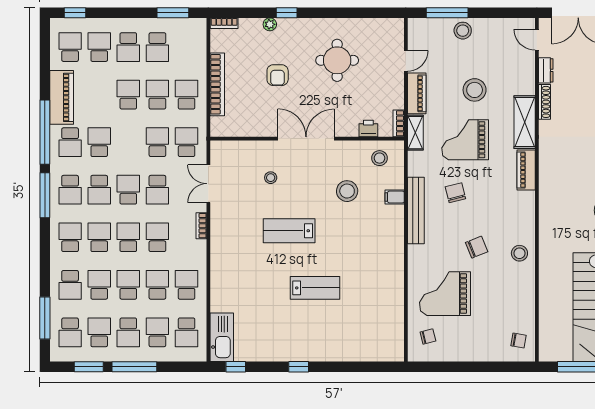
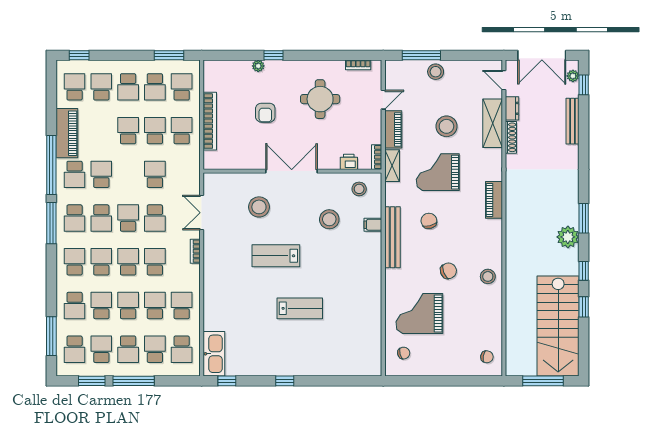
bookcase: (224, 23) -> (358, 65), moved
shelving: (525, 122) -> (493, 123), moved
school desk: (187, 142) -> (182, 87), moved
stool: (271, 178) -> (259, 207), width x1.89, depth x1.89

